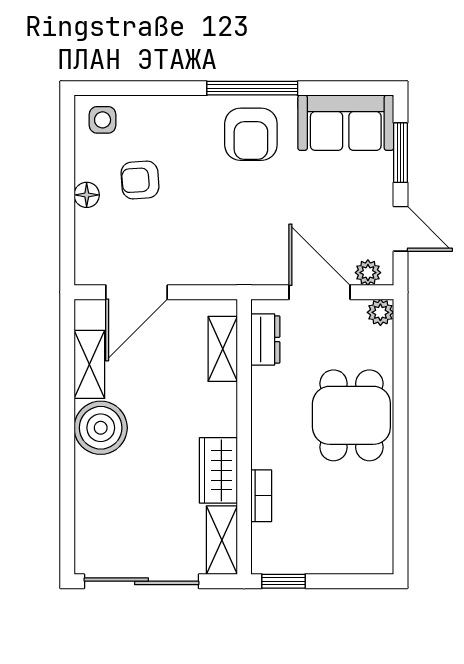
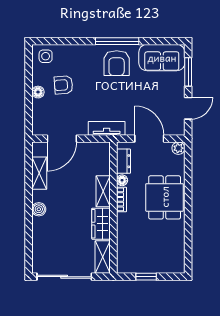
door: (401, 229) -> (188, 108), hinge flipped
tv unit: (230, 271) -> (107, 128), added
plant: (368, 273) -> (172, 129), removed
shelving: (223, 349) -> (103, 191), moved
floor lamp: (262, 379) -> (122, 180), added
boiler: (101, 428) -> (39, 209), width x0.54, depth x0.54
bookcase: (261, 496) -> (121, 199), moved
window: (283, 581) -> (146, 277), moved

